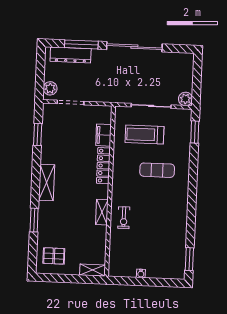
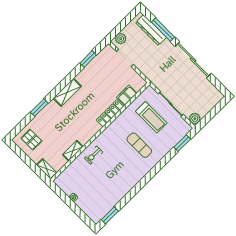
treadmill: (144, 134) -> (151, 117), turned 180
shelving: (102, 212) -> (73, 151), moved

